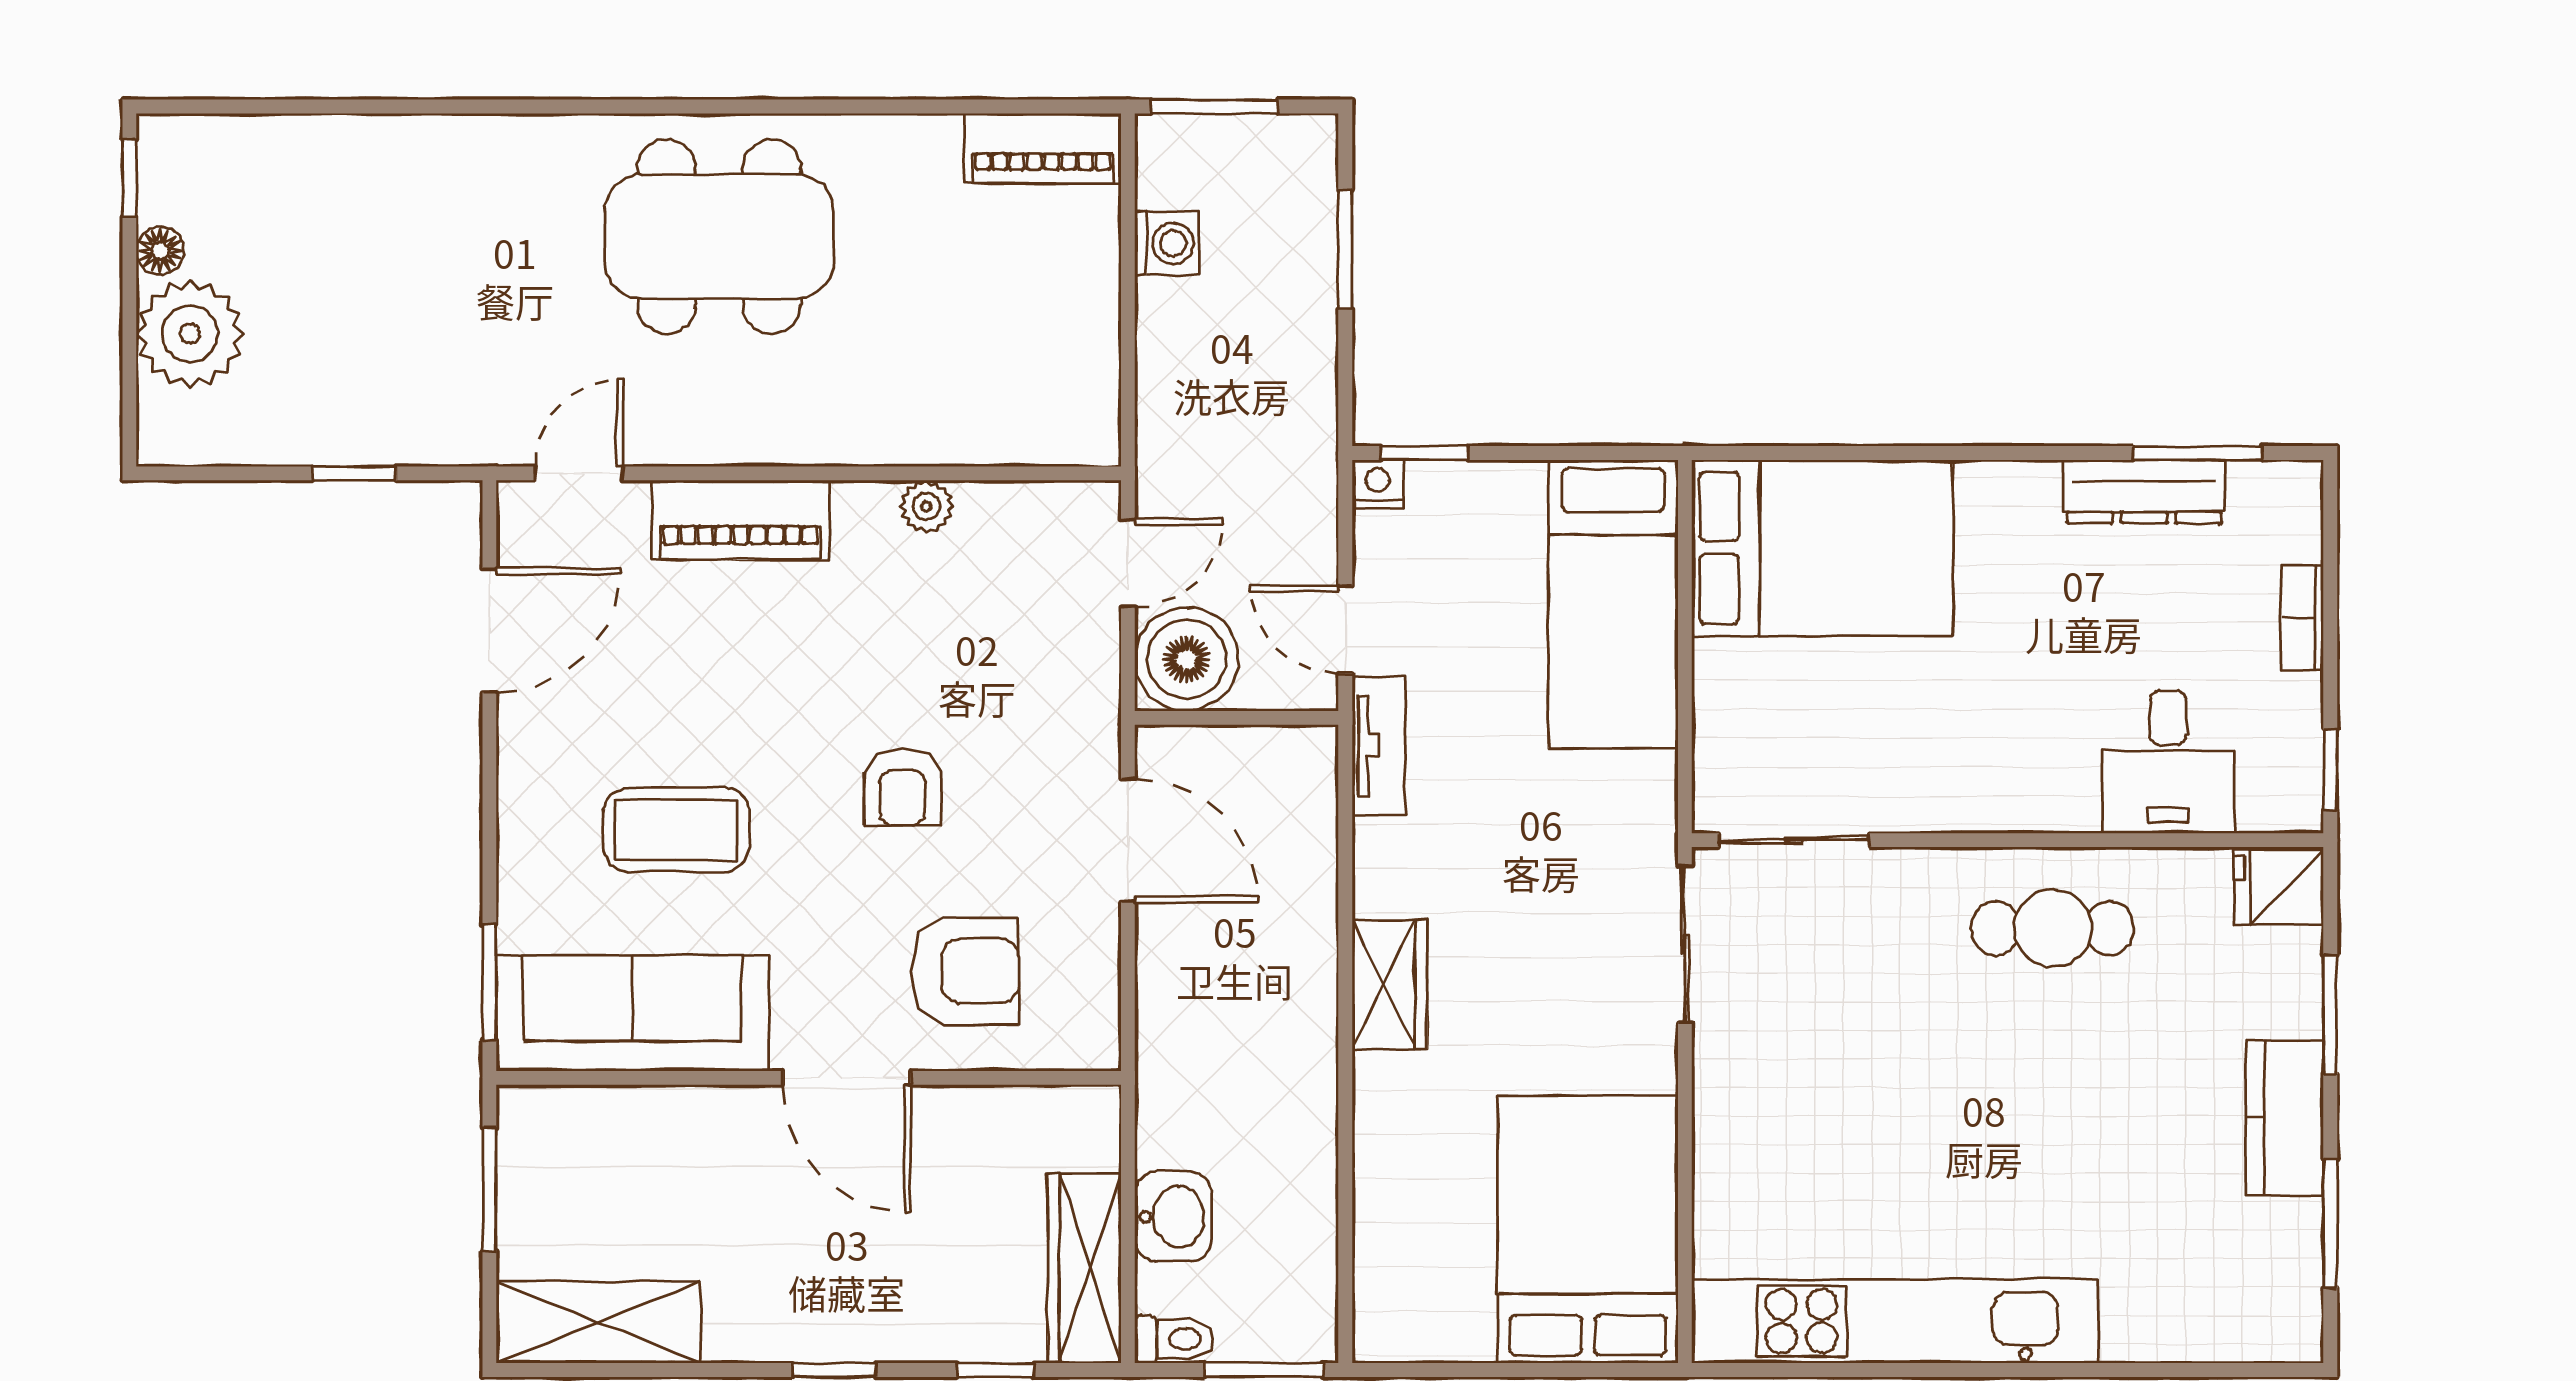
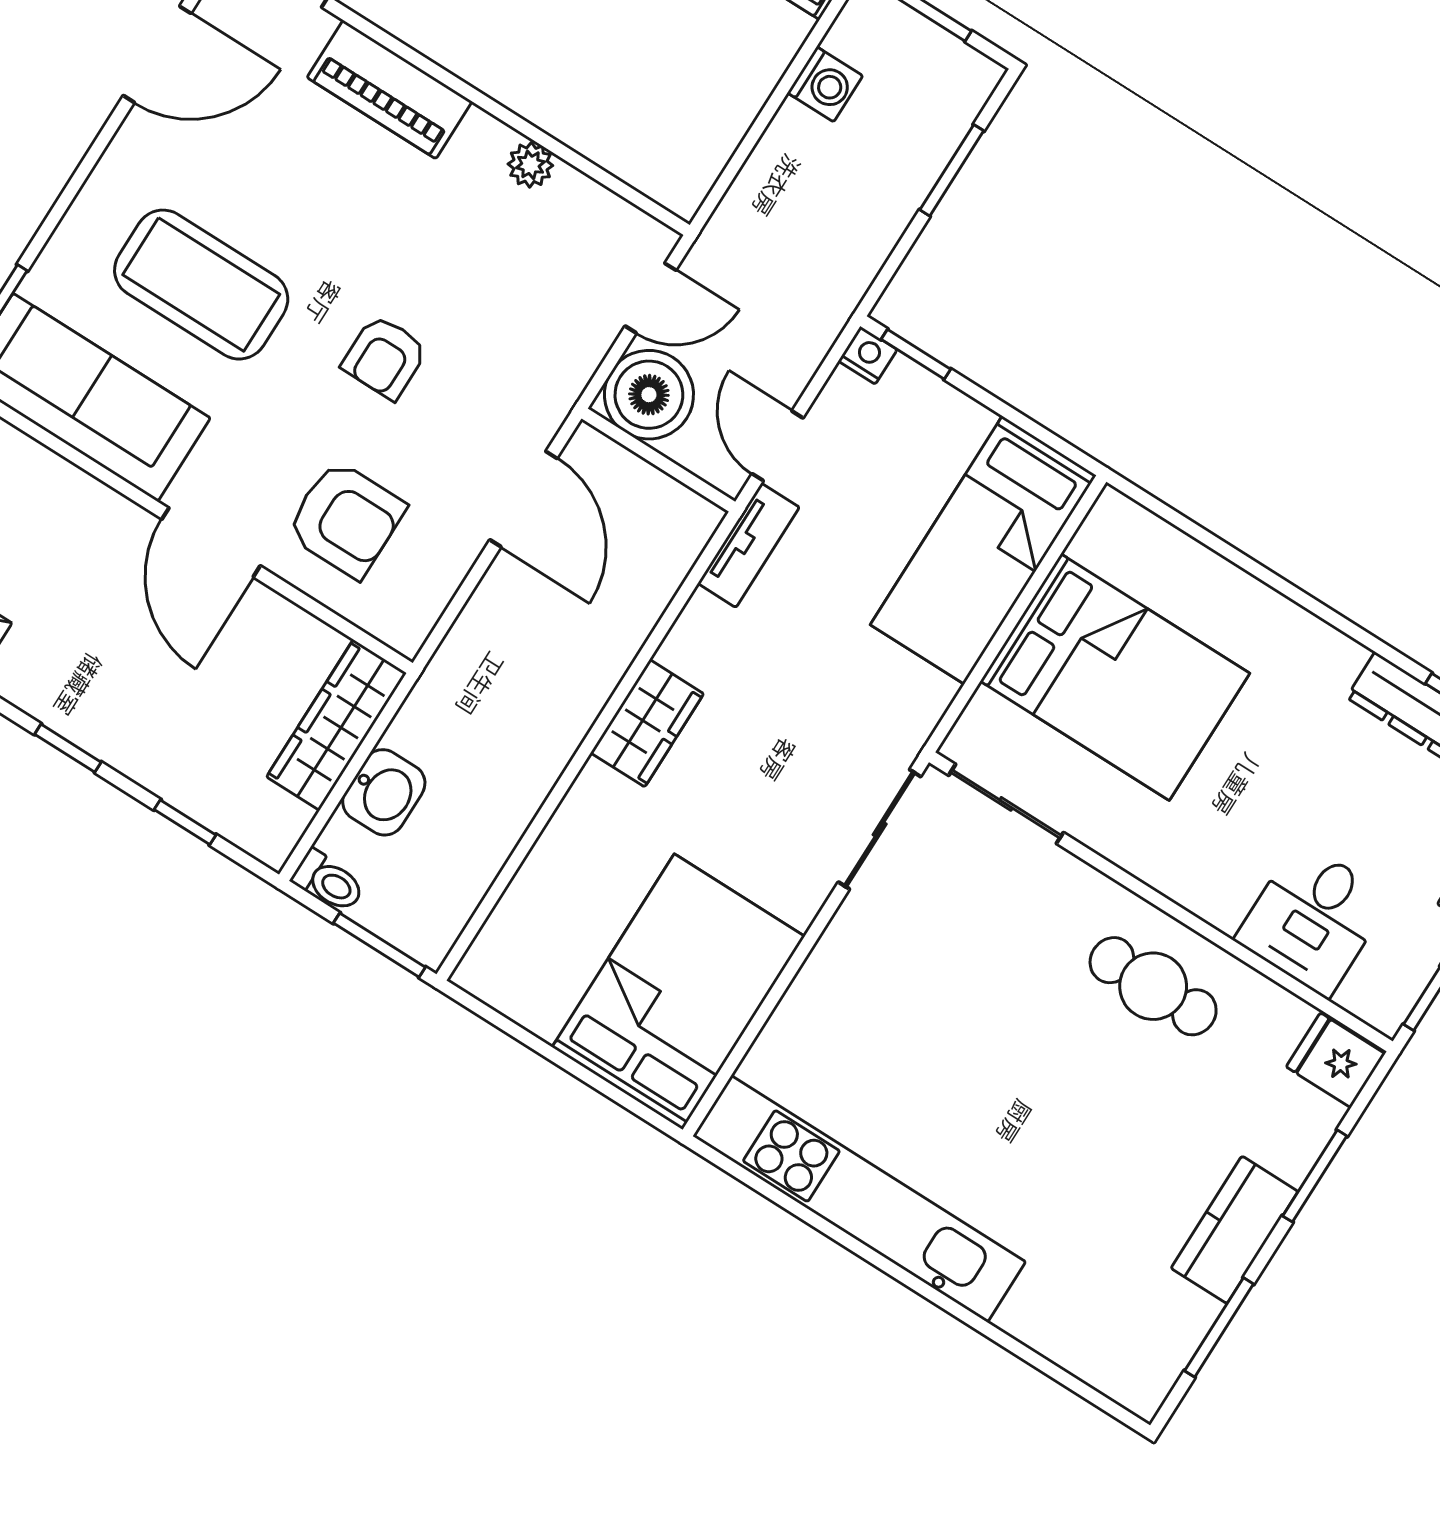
bed: (1822, 548) -> (1115, 677), moved
coffee table: (676, 830) -> (201, 285), width x1.36, depth x1.32
wardrobe: (1084, 1268) -> (336, 725), moved

